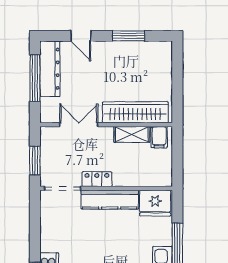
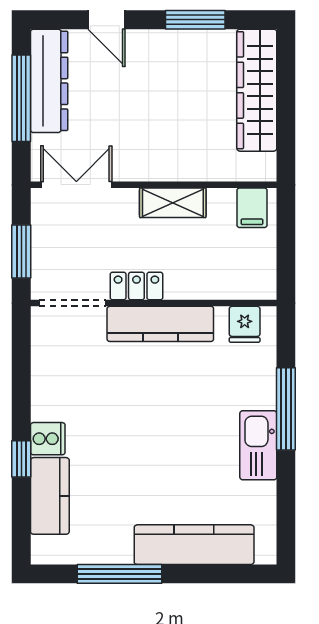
wardrobe: (135, 112) -> (257, 90), moved, turned -90
double door: (79, 125) -> (76, 185), moved
shelving: (132, 134) -> (173, 203), moved
fridge: (155, 203) -> (245, 324), width x0.53, depth x0.75

